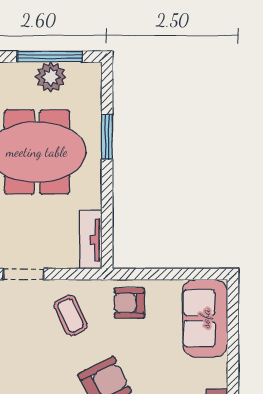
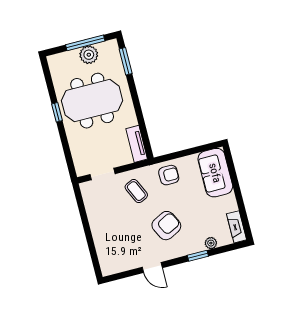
window: (107, 137) -> (126, 61), moved
armchair: (129, 303) -> (169, 175), turned 180

